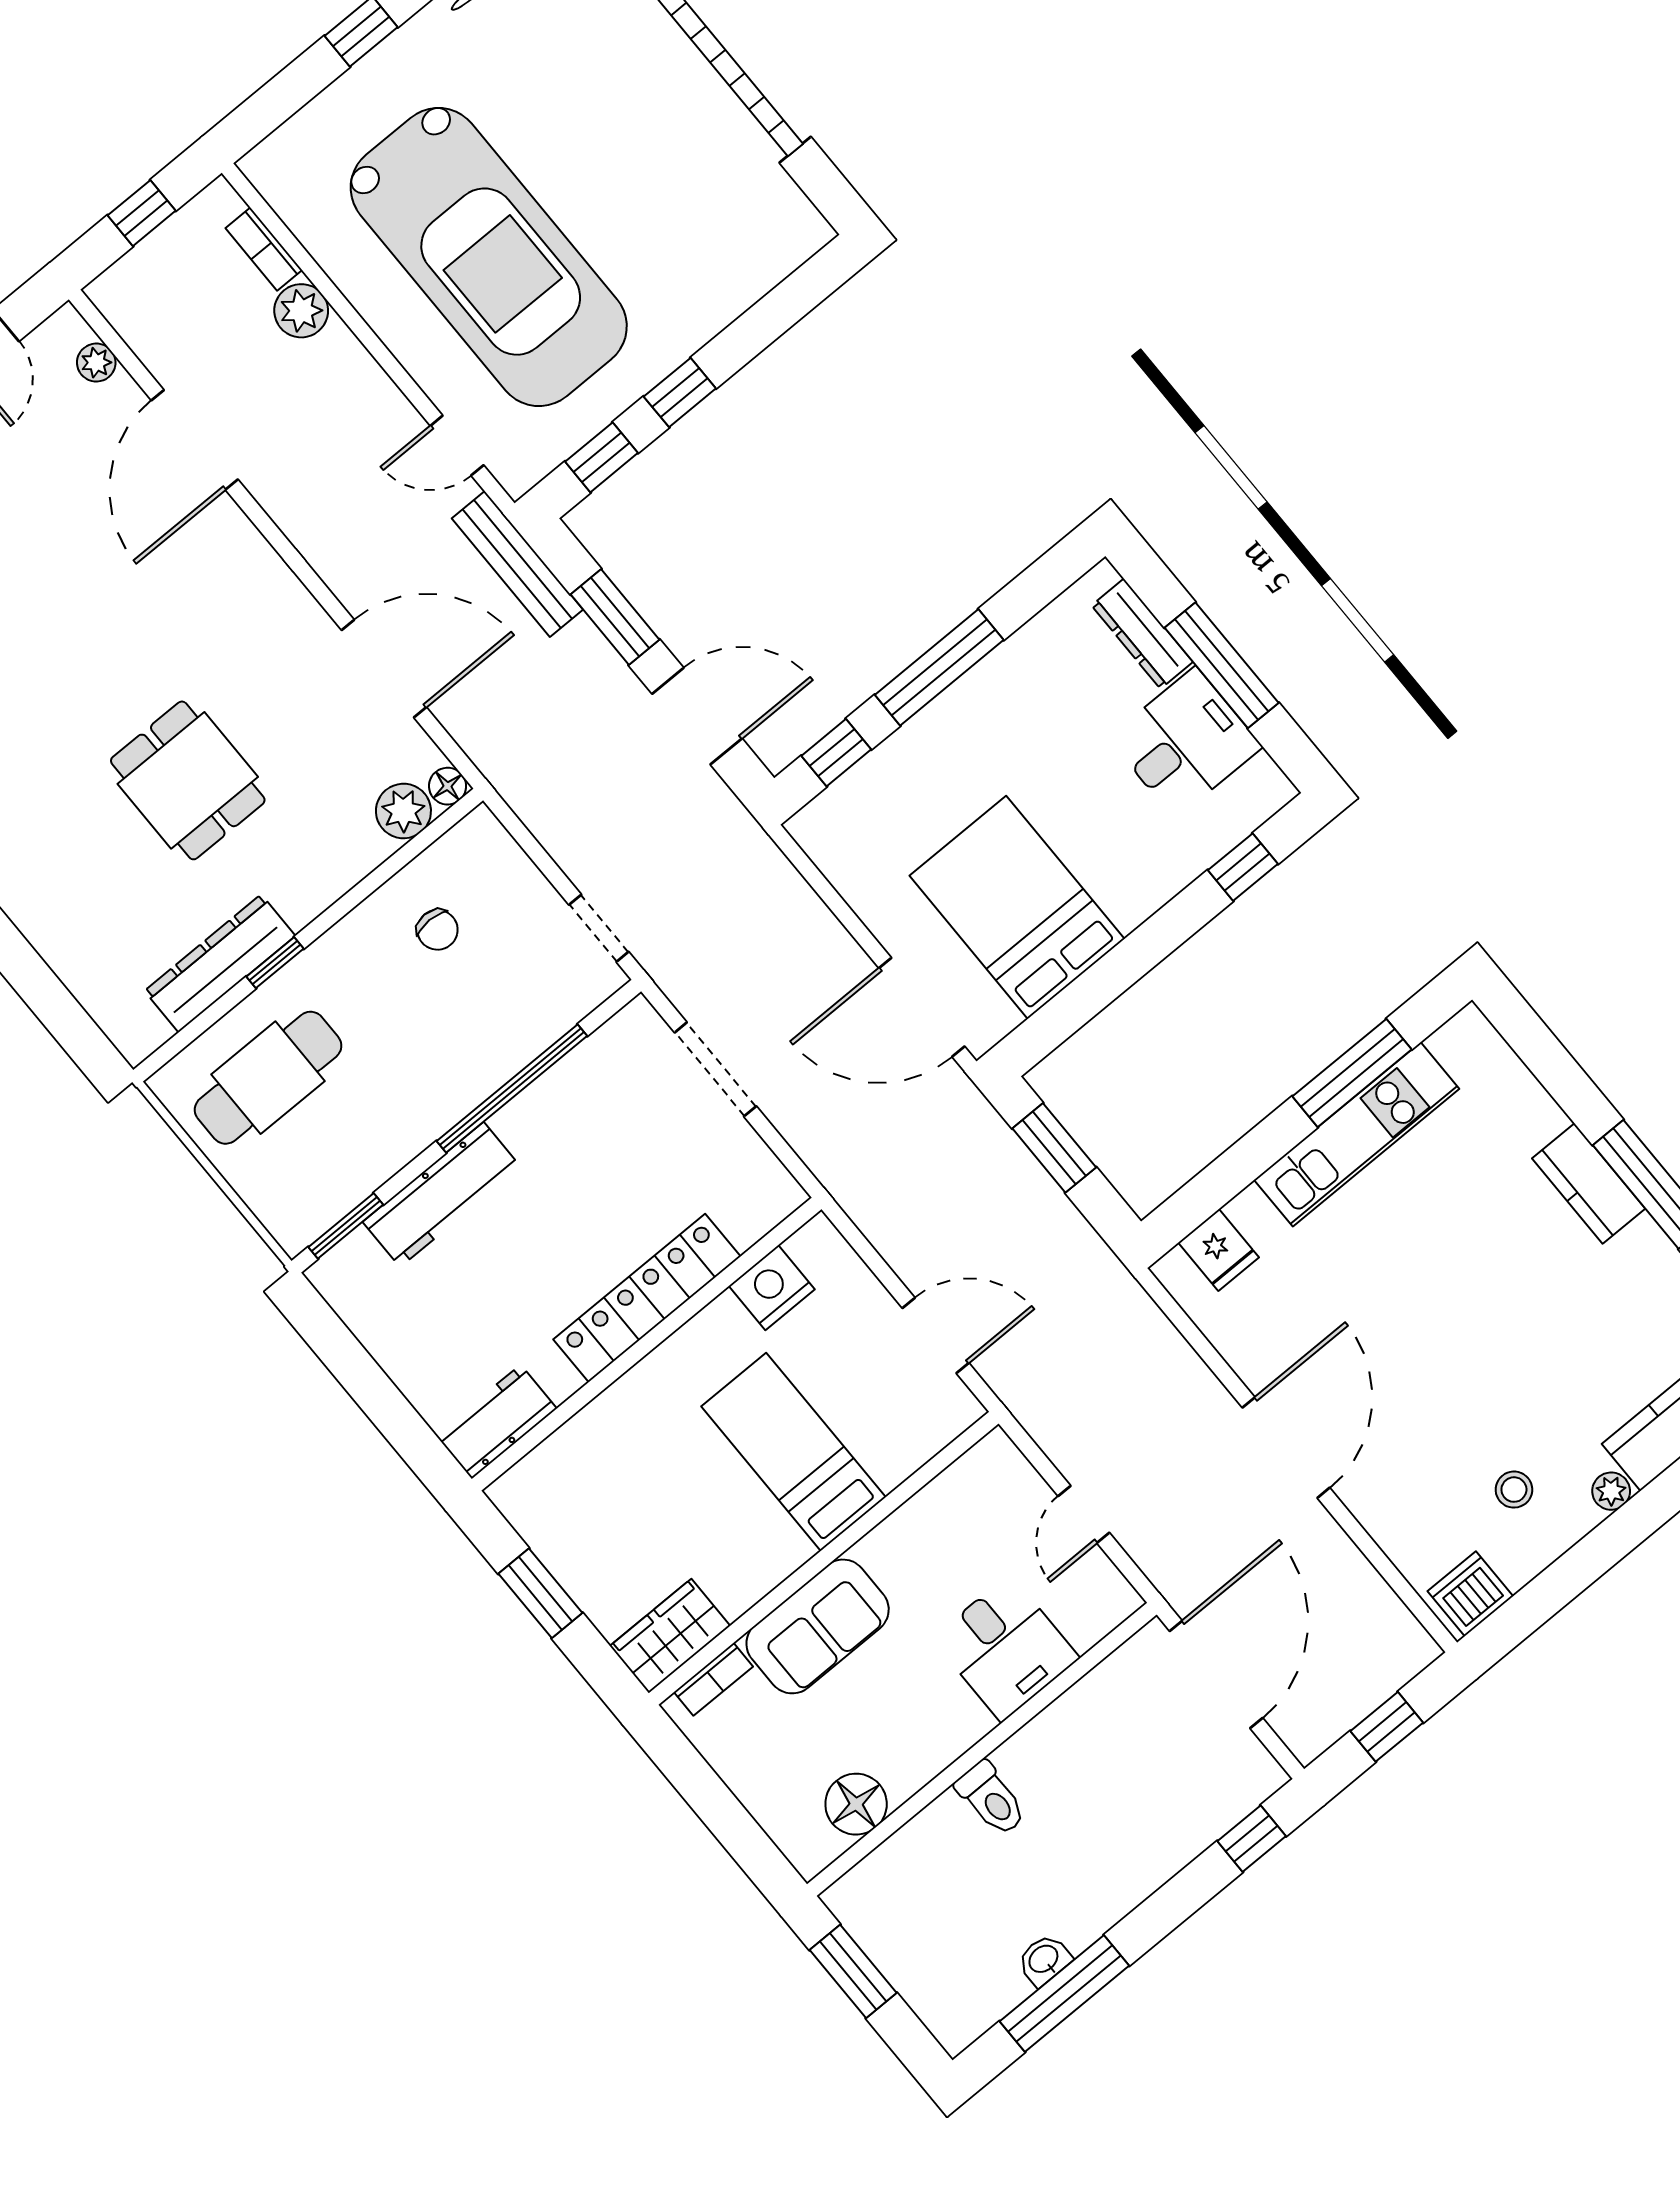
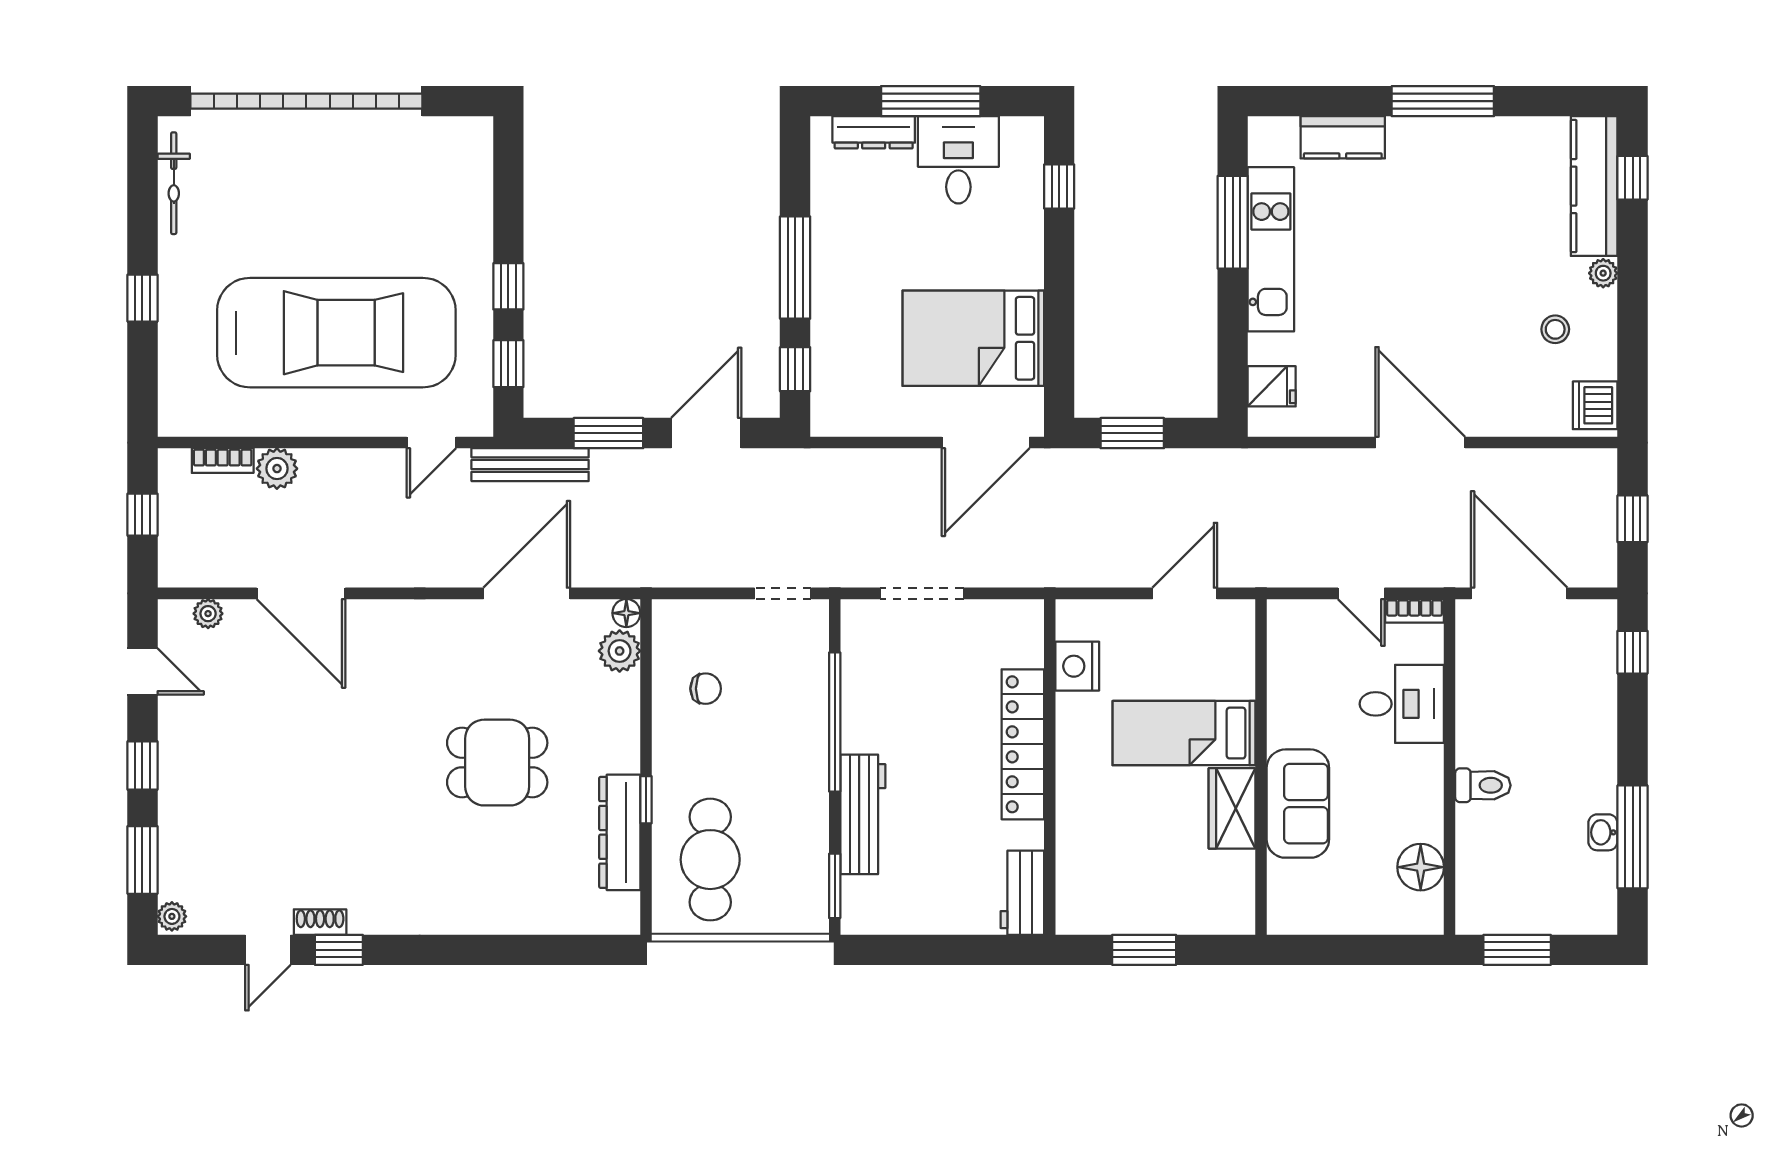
kitchen counter: (1589, 1183) -> (1343, 137), moved
wardrobe: (670, 1636) -> (1232, 808), moved
bookcase: (713, 1679) -> (1414, 611), moved, turned 90

